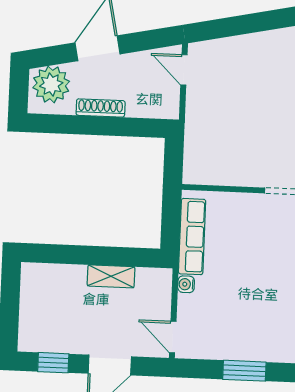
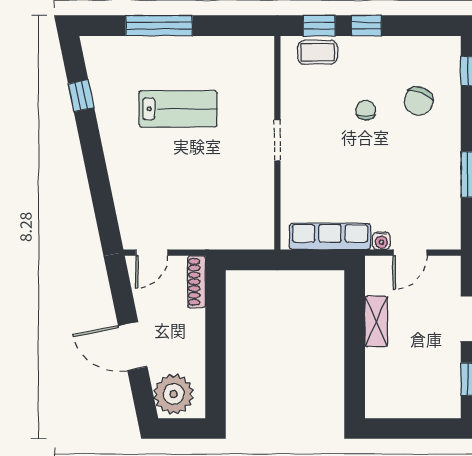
shoe rack: (101, 108) -> (196, 282), moved
door: (173, 337) -> (410, 253), moved

